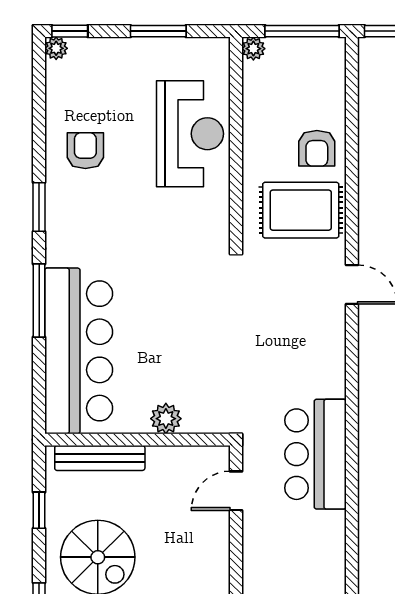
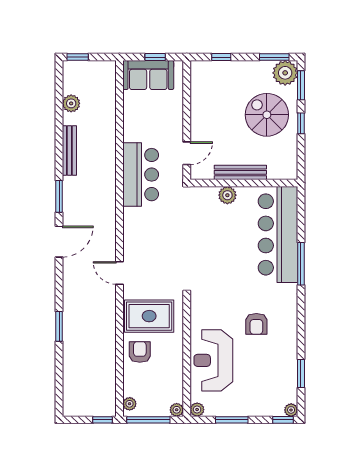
plant: (218, 49) -> (197, 410), added
plant: (335, 59) -> (130, 404), added
armchair: (85, 151) -> (256, 324), moved
window: (39, 207) -> (301, 374), moved
bench: (100, 458) -> (240, 172), moved
window: (39, 510) -> (301, 123), moved

